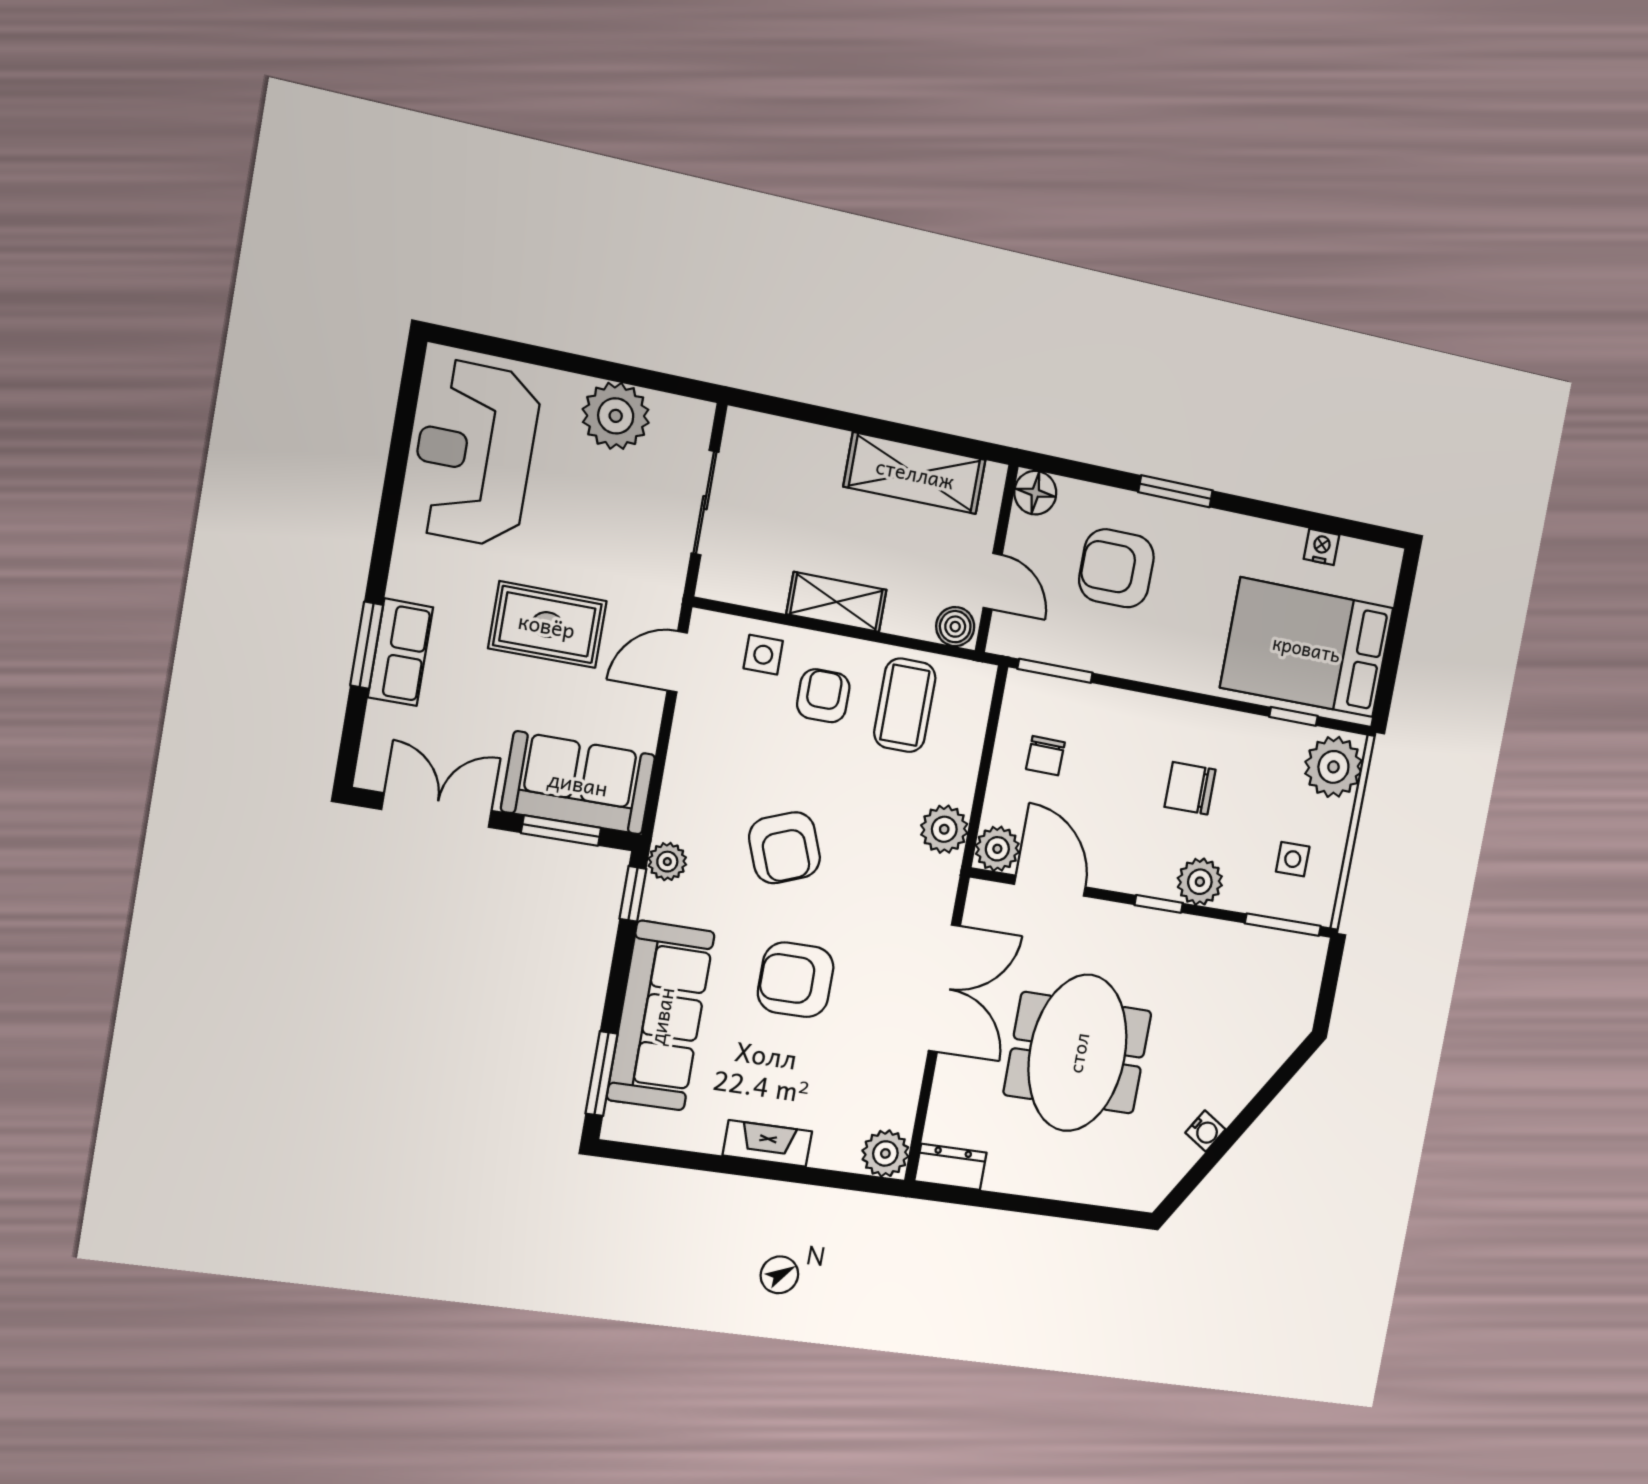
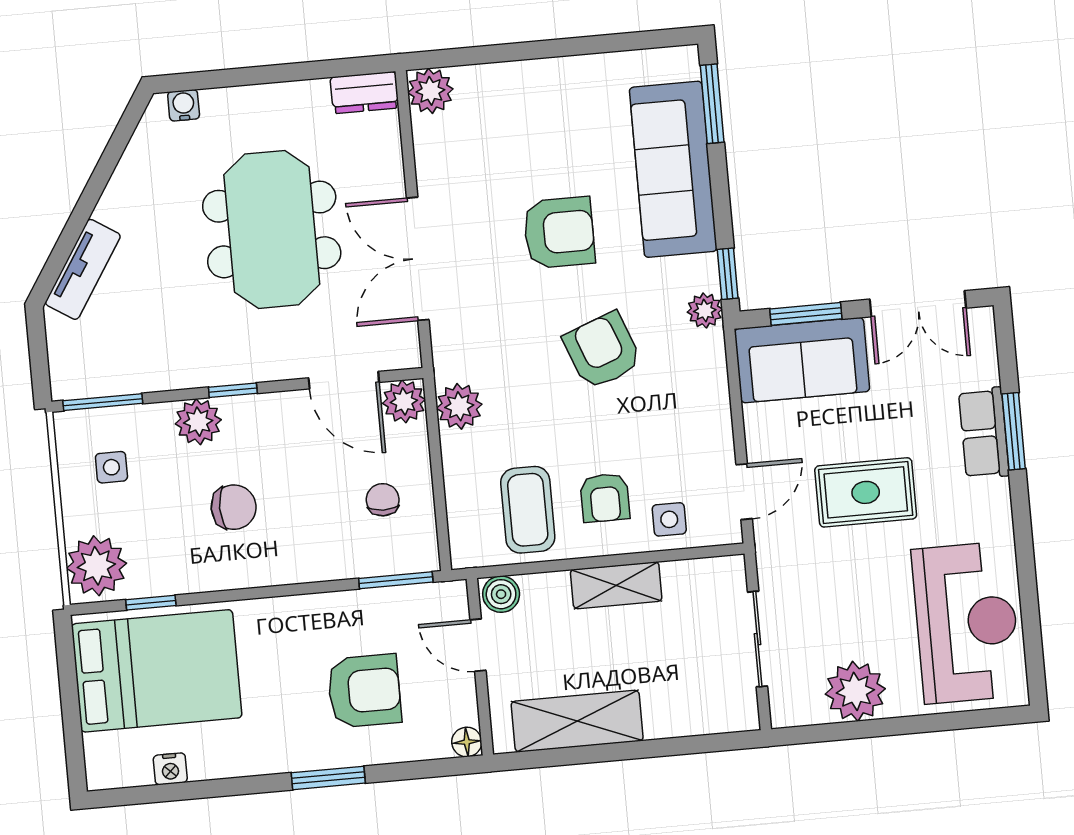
floor lamp: (1035, 493) -> (467, 742), width x0.73, depth x0.73
tv unit: (1265, 1058) -> (83, 269), added
water cooler: (1205, 1131) -> (184, 105), moved, turned 57
fireplace: (767, 1143) -> (544, 75), removed

